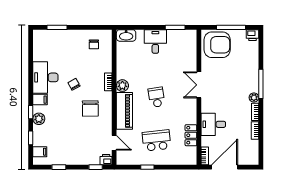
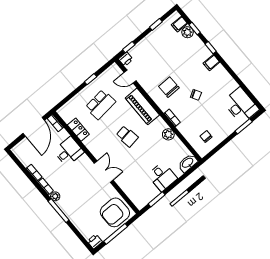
desk: (45, 77) -> (241, 106), moved
plant: (122, 86) -> (168, 134), moved
plant: (39, 119) -> (188, 32), moved

